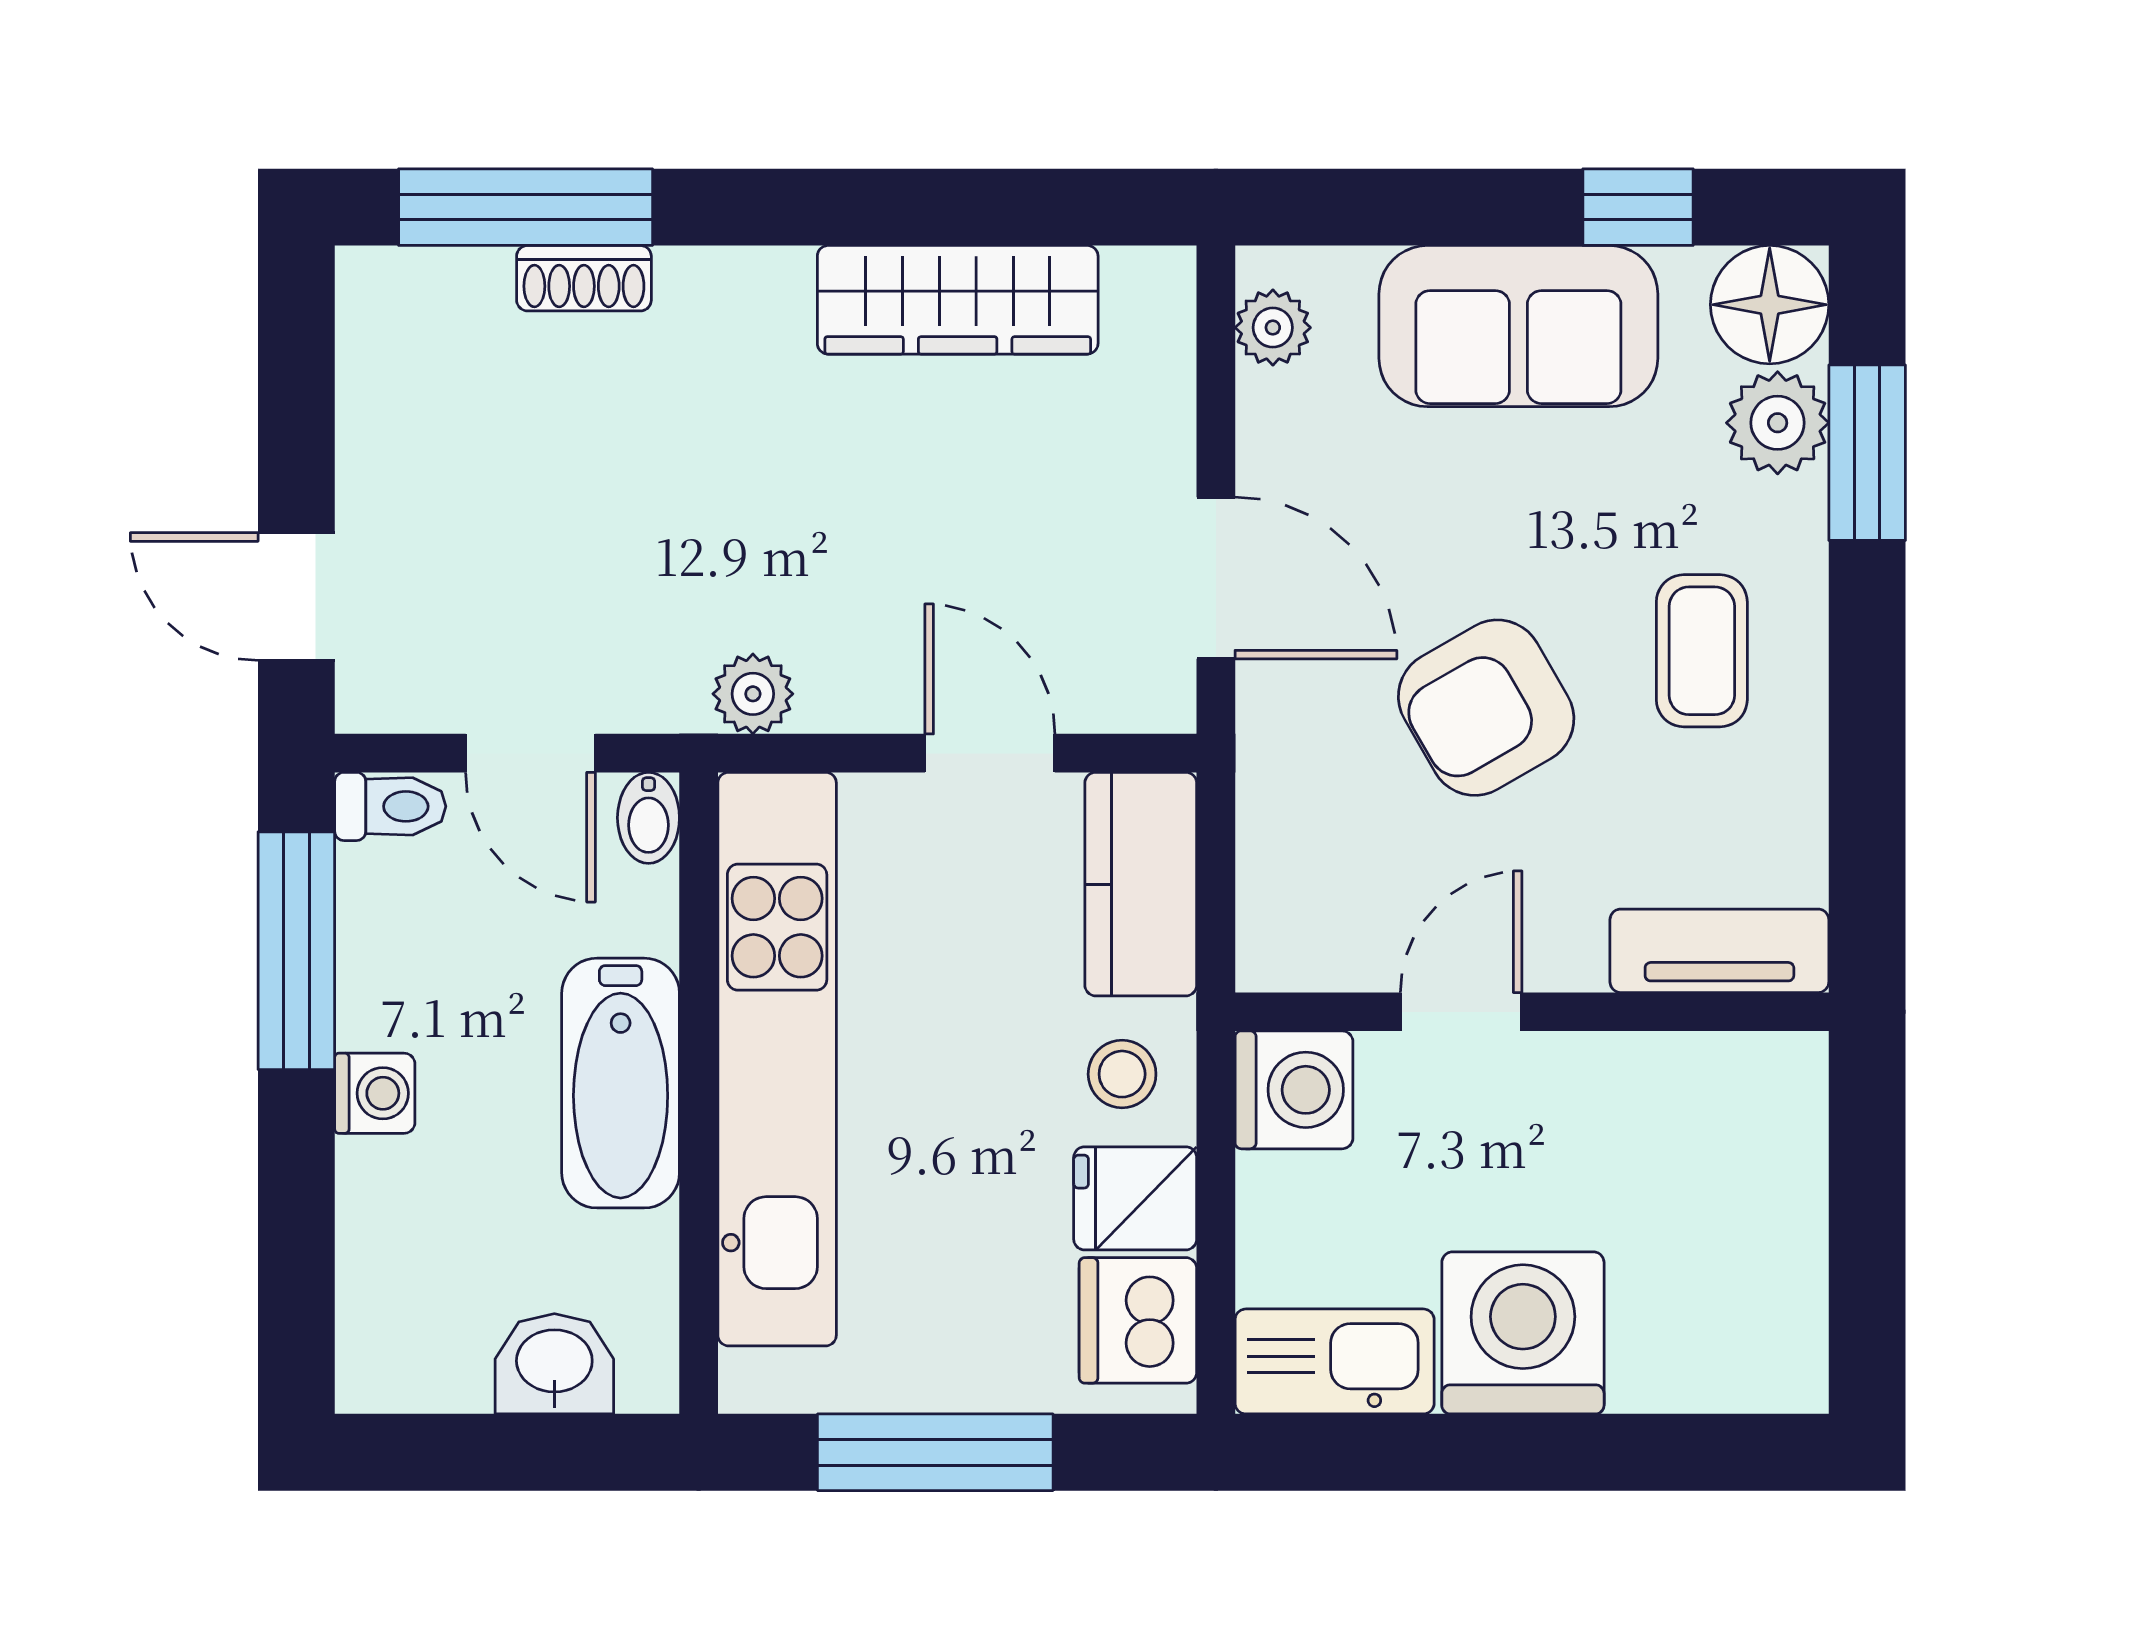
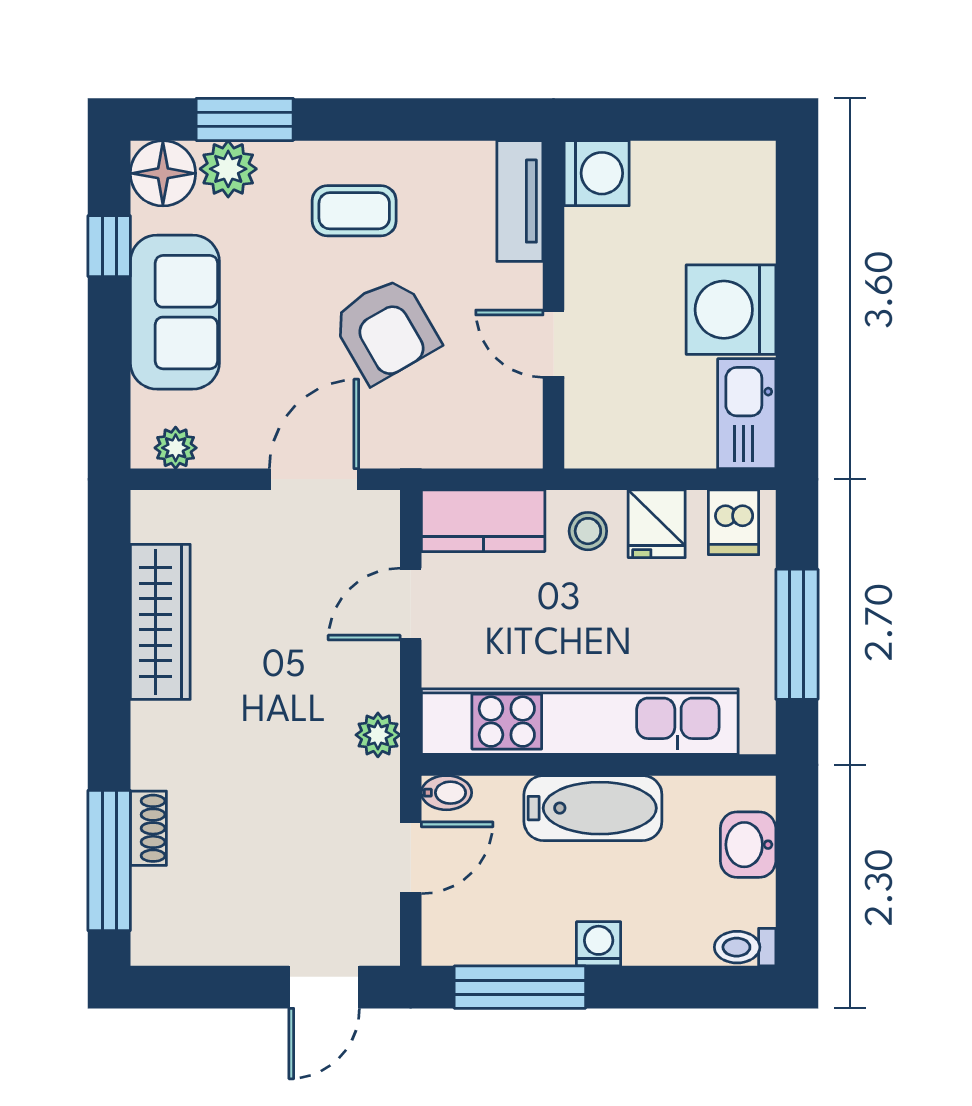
toilet: (390, 806) -> (745, 947), moved, turned -90
washing machine: (1294, 1090) -> (597, 173), moved, turned 90
dishwasher: (1138, 1320) -> (734, 522), width x0.73

